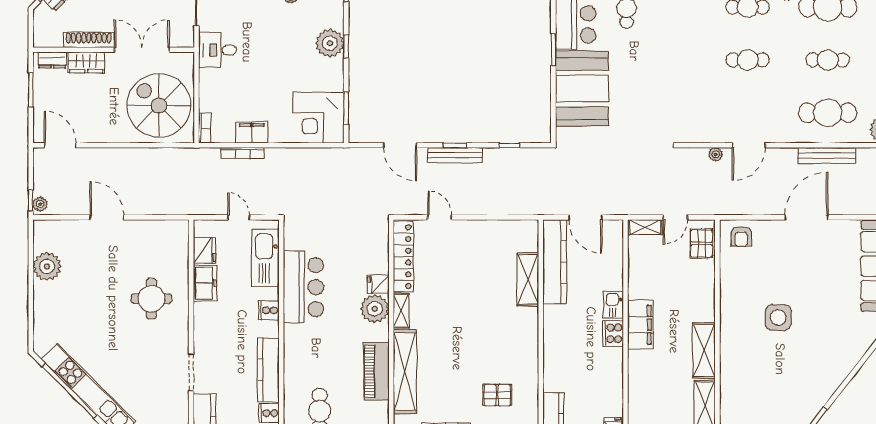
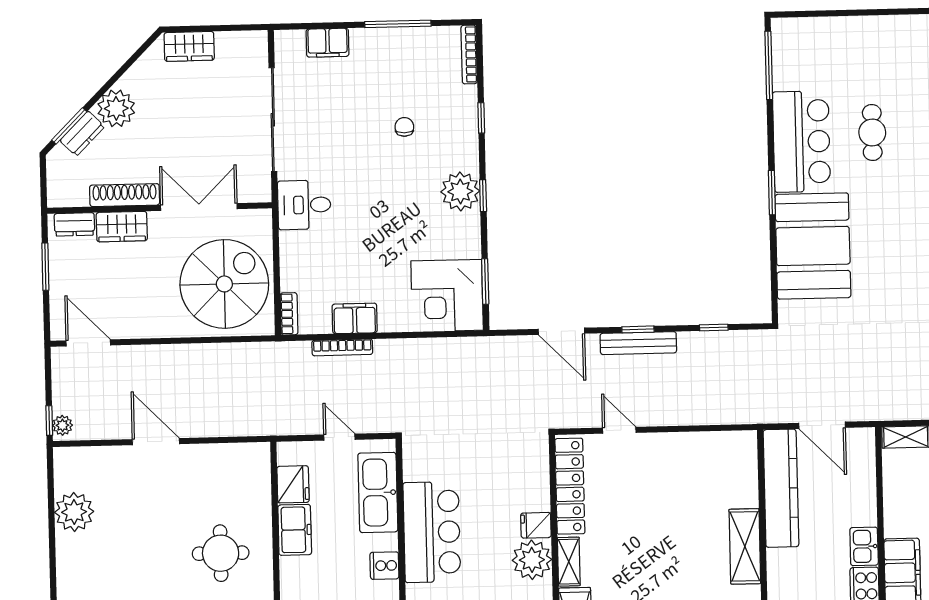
spiral stairs: (159, 105) -> (224, 284), turned 90
shelving: (528, 279) -> (745, 546), moved

